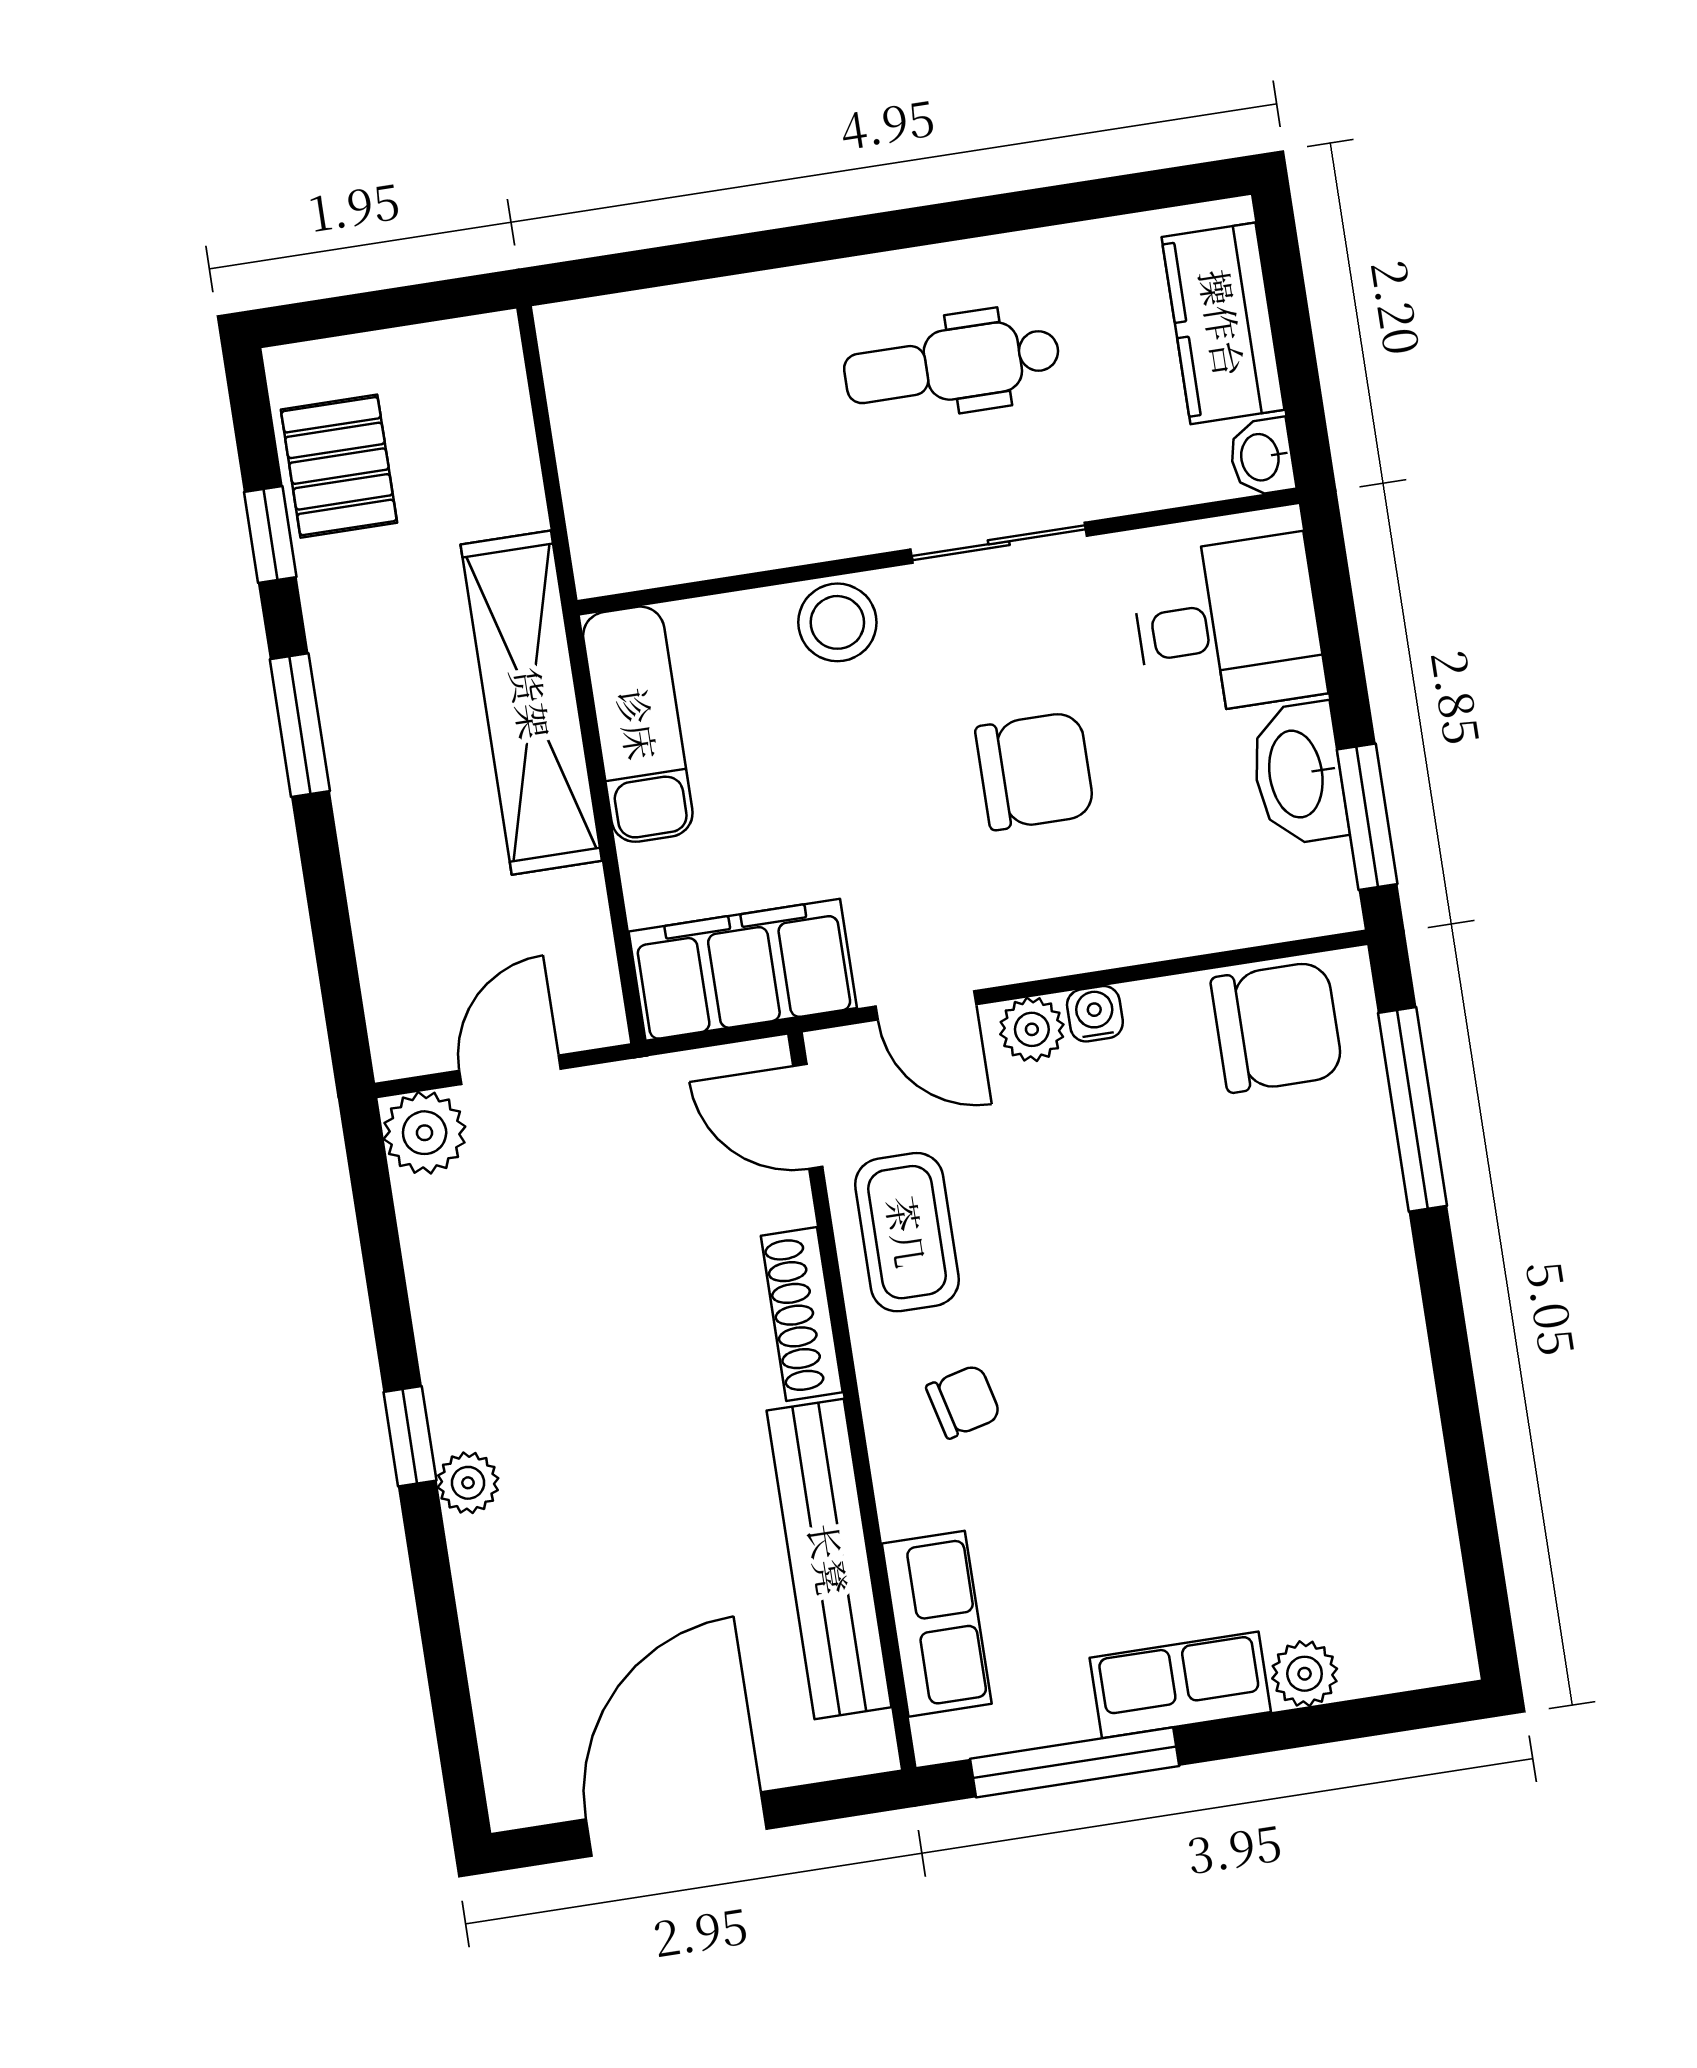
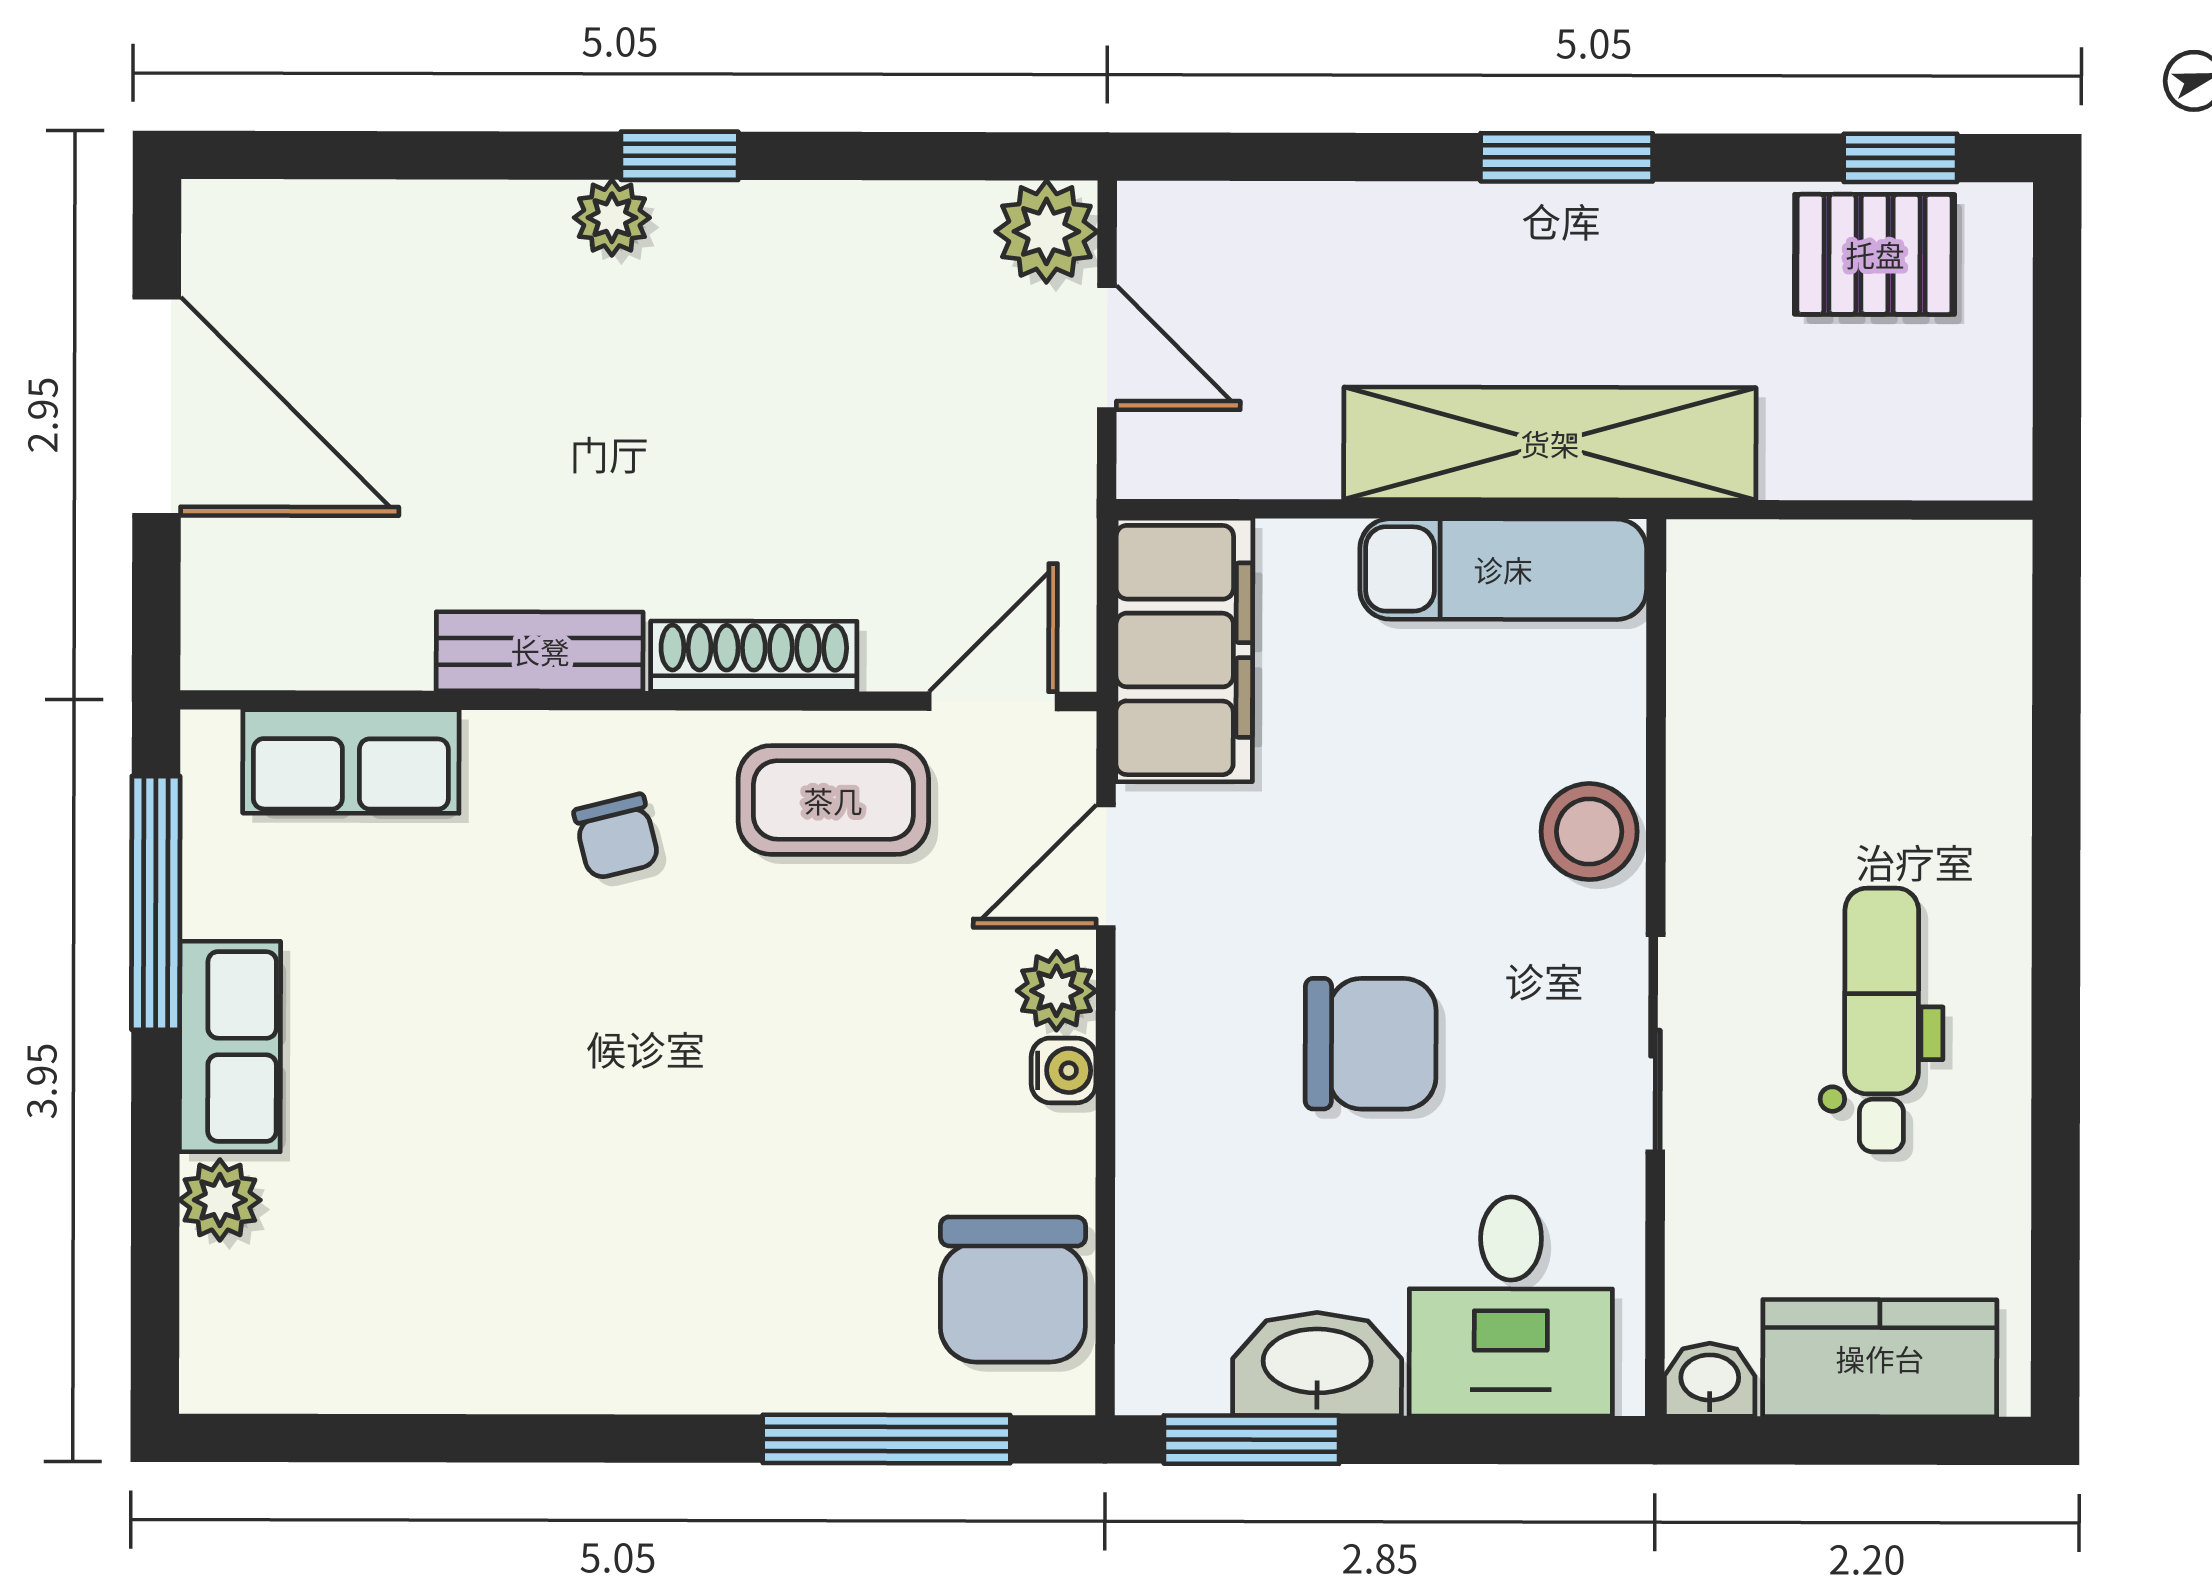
window: (270, 535) -> (1900, 158), moved
chair: (1035, 771) -> (1371, 1044), turned -90
bench: (829, 1559) -> (540, 651), width x0.54, depth x0.82

